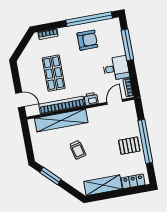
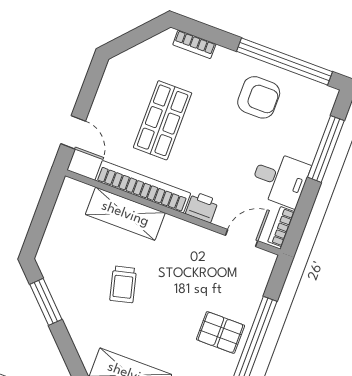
shelving: (61, 120) -> (125, 214), width x0.68

